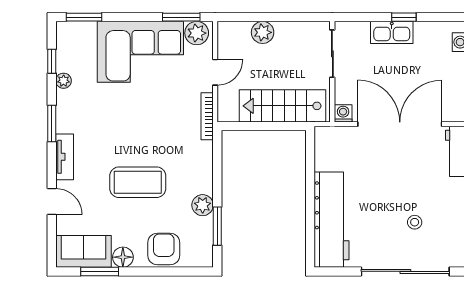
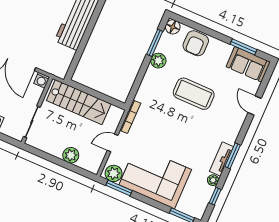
tv unit: (65, 157) -> (221, 159), moved
floor lamp: (123, 257) -> (173, 27), moved

